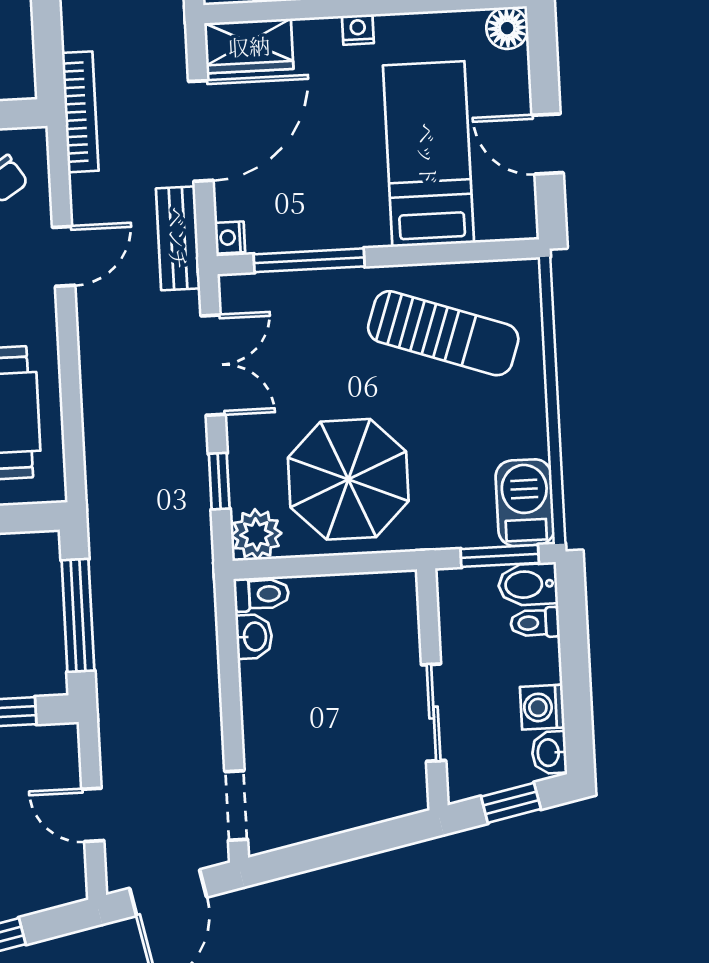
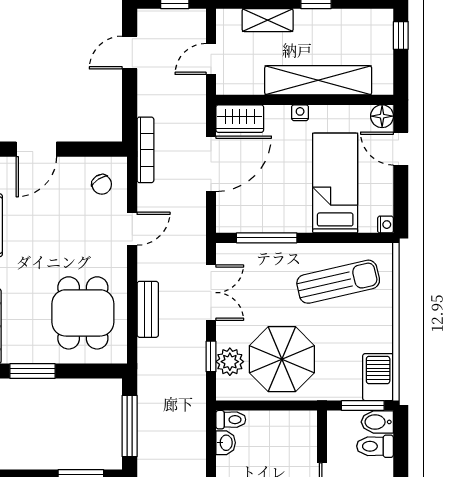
door: (548, 144) -> (401, 149), moved
nightstand: (230, 237) -> (385, 225), moved, turned 180
bench: (178, 238) -> (148, 309), moved
sun lounger: (443, 333) -> (338, 282), turned -32
plant: (256, 534) -> (230, 362), moved
toilet: (535, 623) -> (375, 446), width x1.37, depth x1.39

